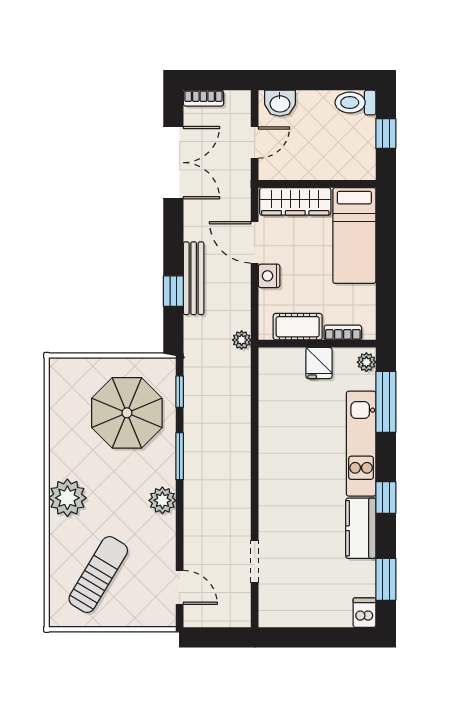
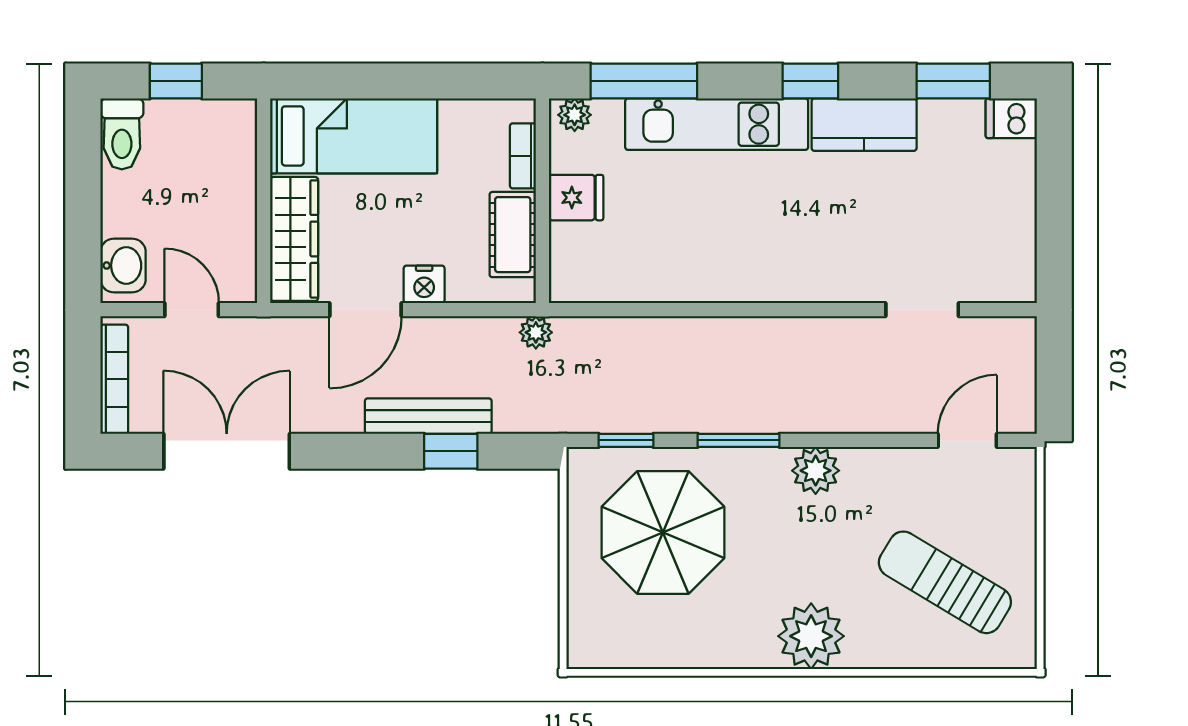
bookcase: (203, 98) -> (114, 379), width x1.56

